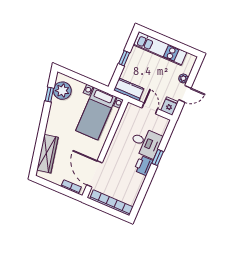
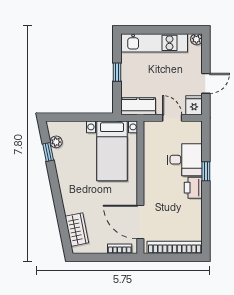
plant: (183, 78) -> (196, 39), moved
plant: (62, 91) -> (56, 142), width x0.53, depth x0.53
wardrobe: (47, 154) -> (77, 230), width x0.67

